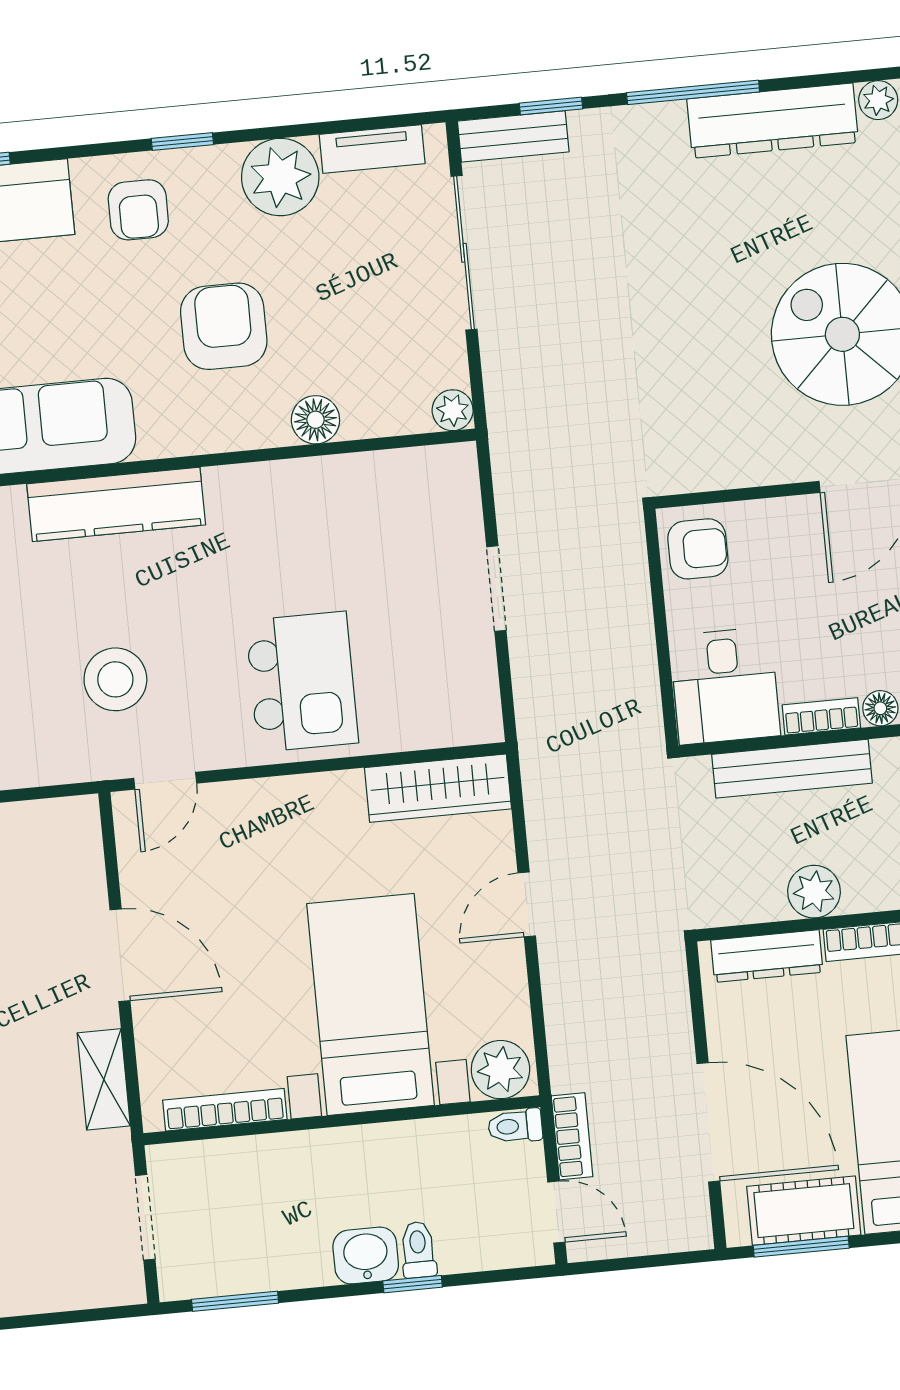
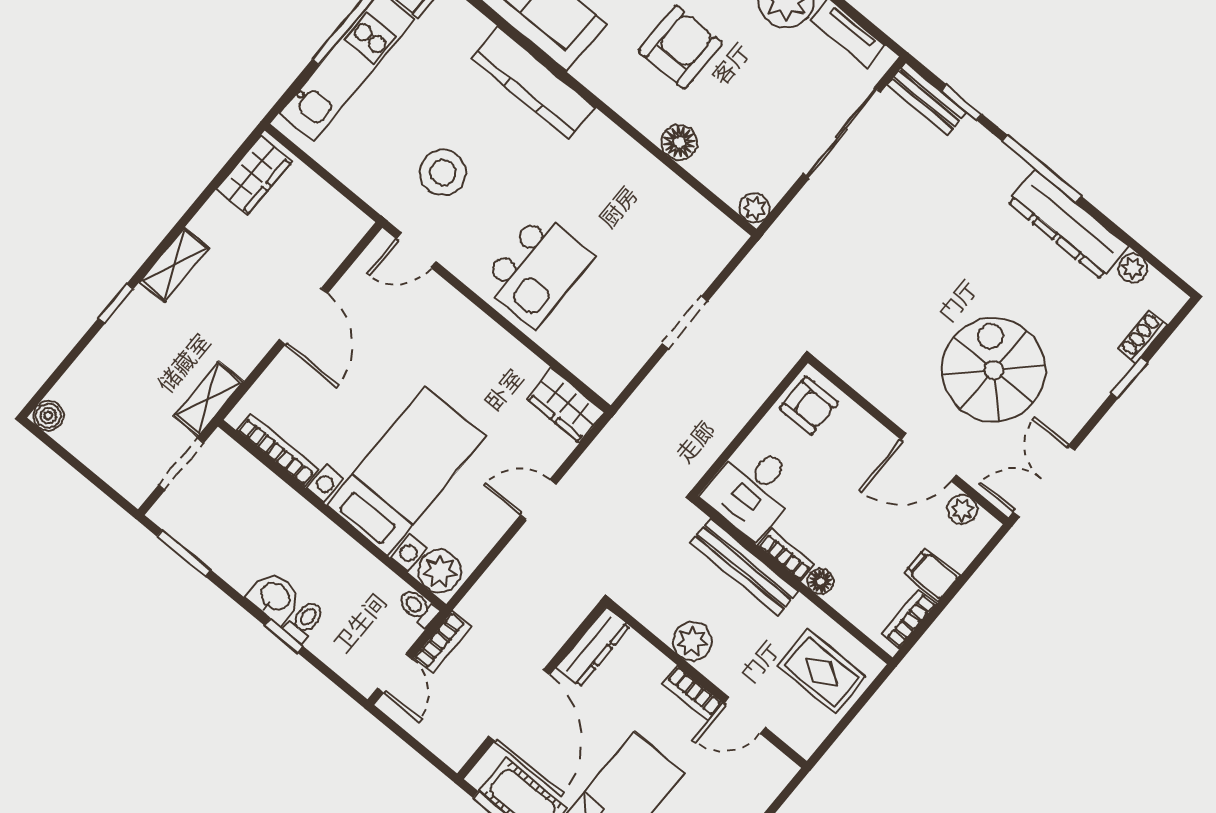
wardrobe: (438, 788) -> (566, 406), width x0.67
dresser: (767, 956) -> (593, 647), moved, turned -90
shelving: (104, 1079) -> (209, 399), moved

